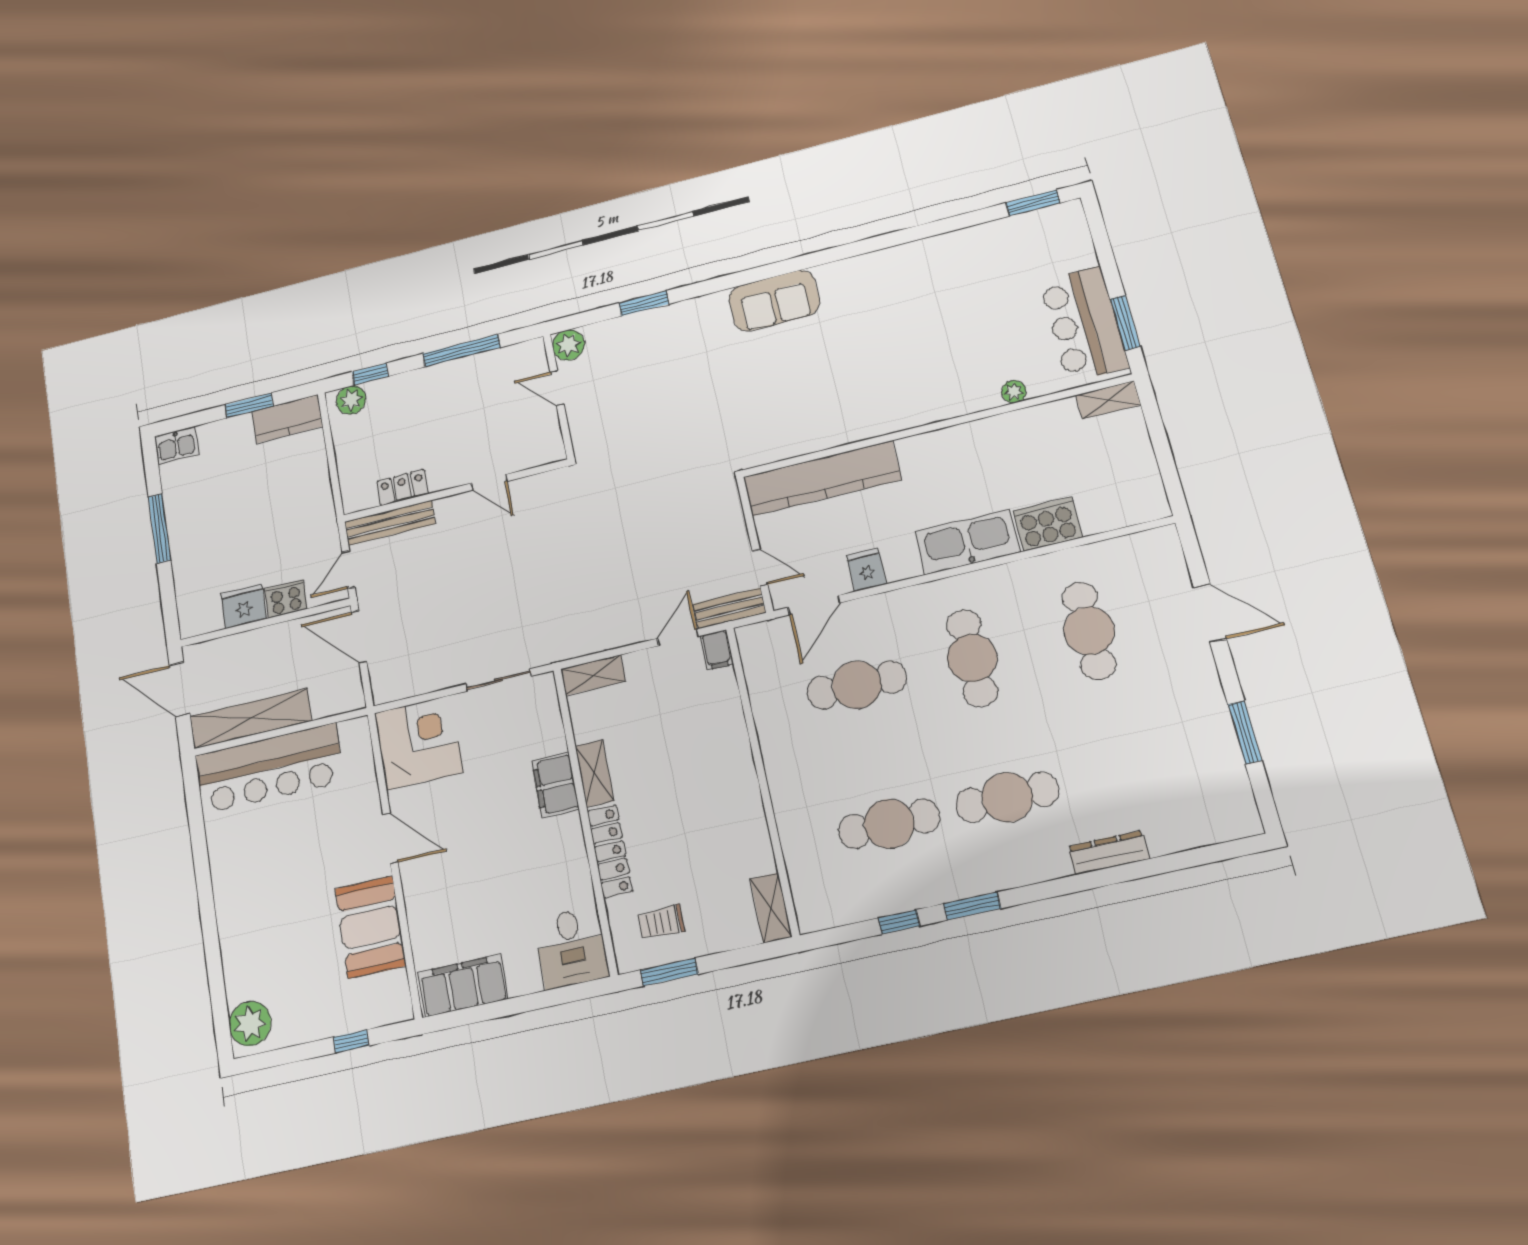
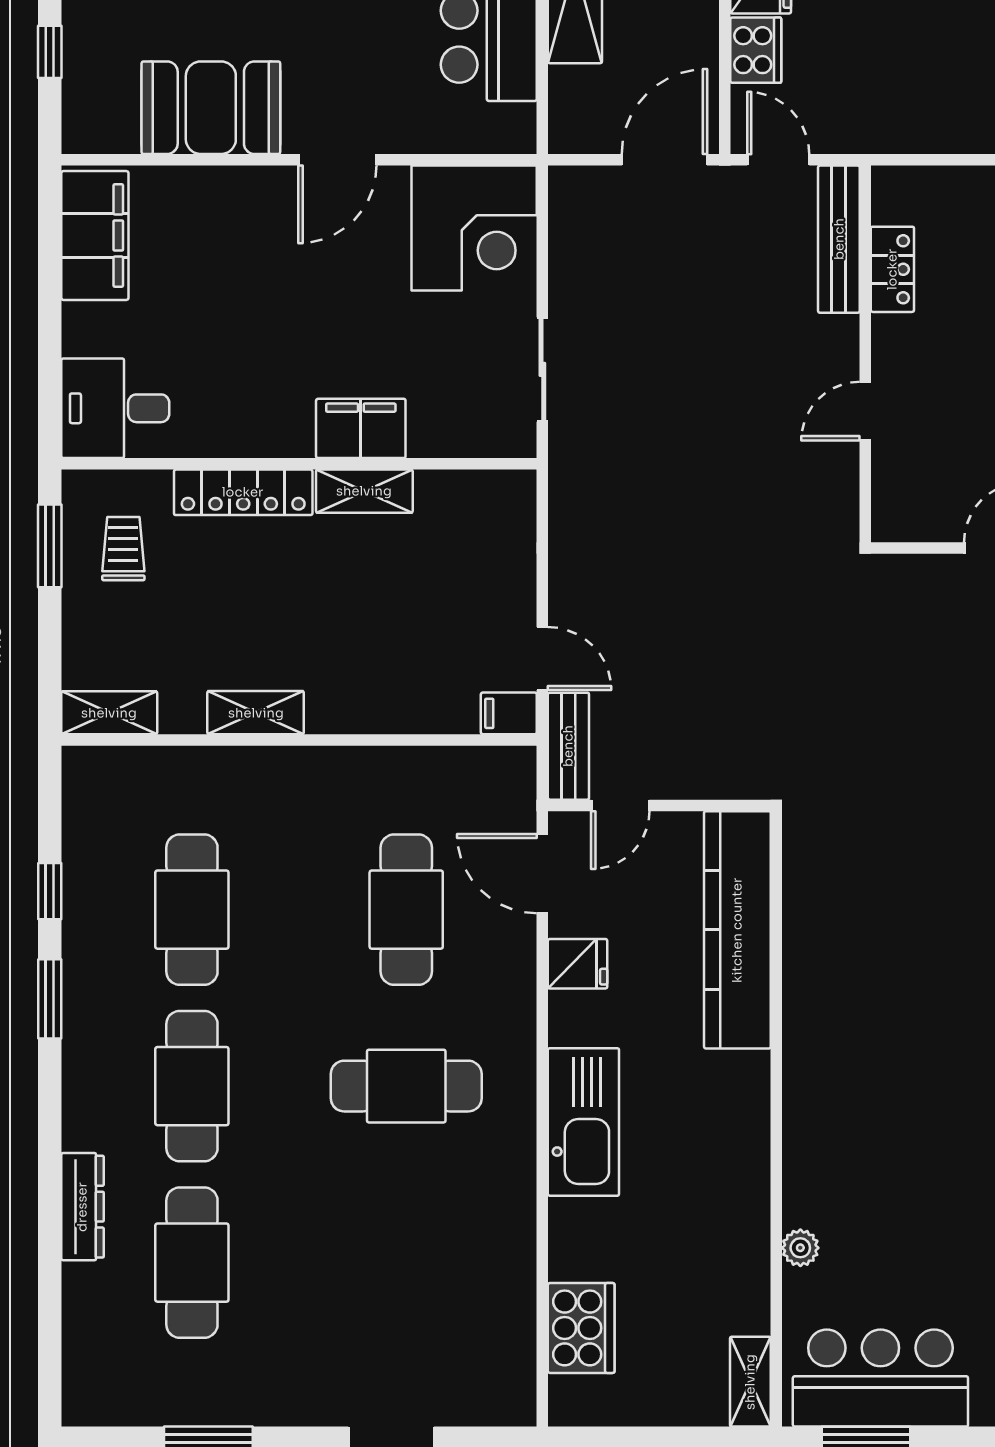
cooker: (1048, 524) -> (581, 1328), moved
cafe table: (1089, 631) -> (192, 1263), moved, turned 90
shelving: (593, 675) -> (256, 713), moved, turned 90

